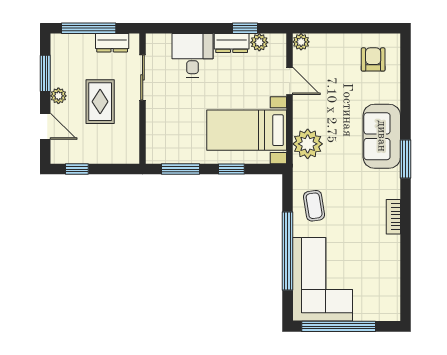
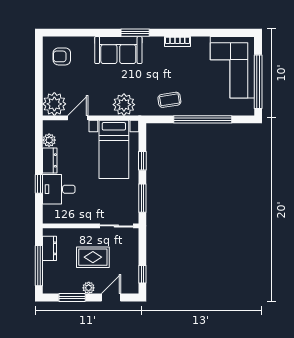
window: (245, 28) -> (39, 184), moved
plant: (301, 42) -> (54, 104), width x1.88, depth x1.88
sliding door: (143, 77) -> (116, 226), moved
corner sofa: (323, 279) -> (232, 67), moved, turned -90

